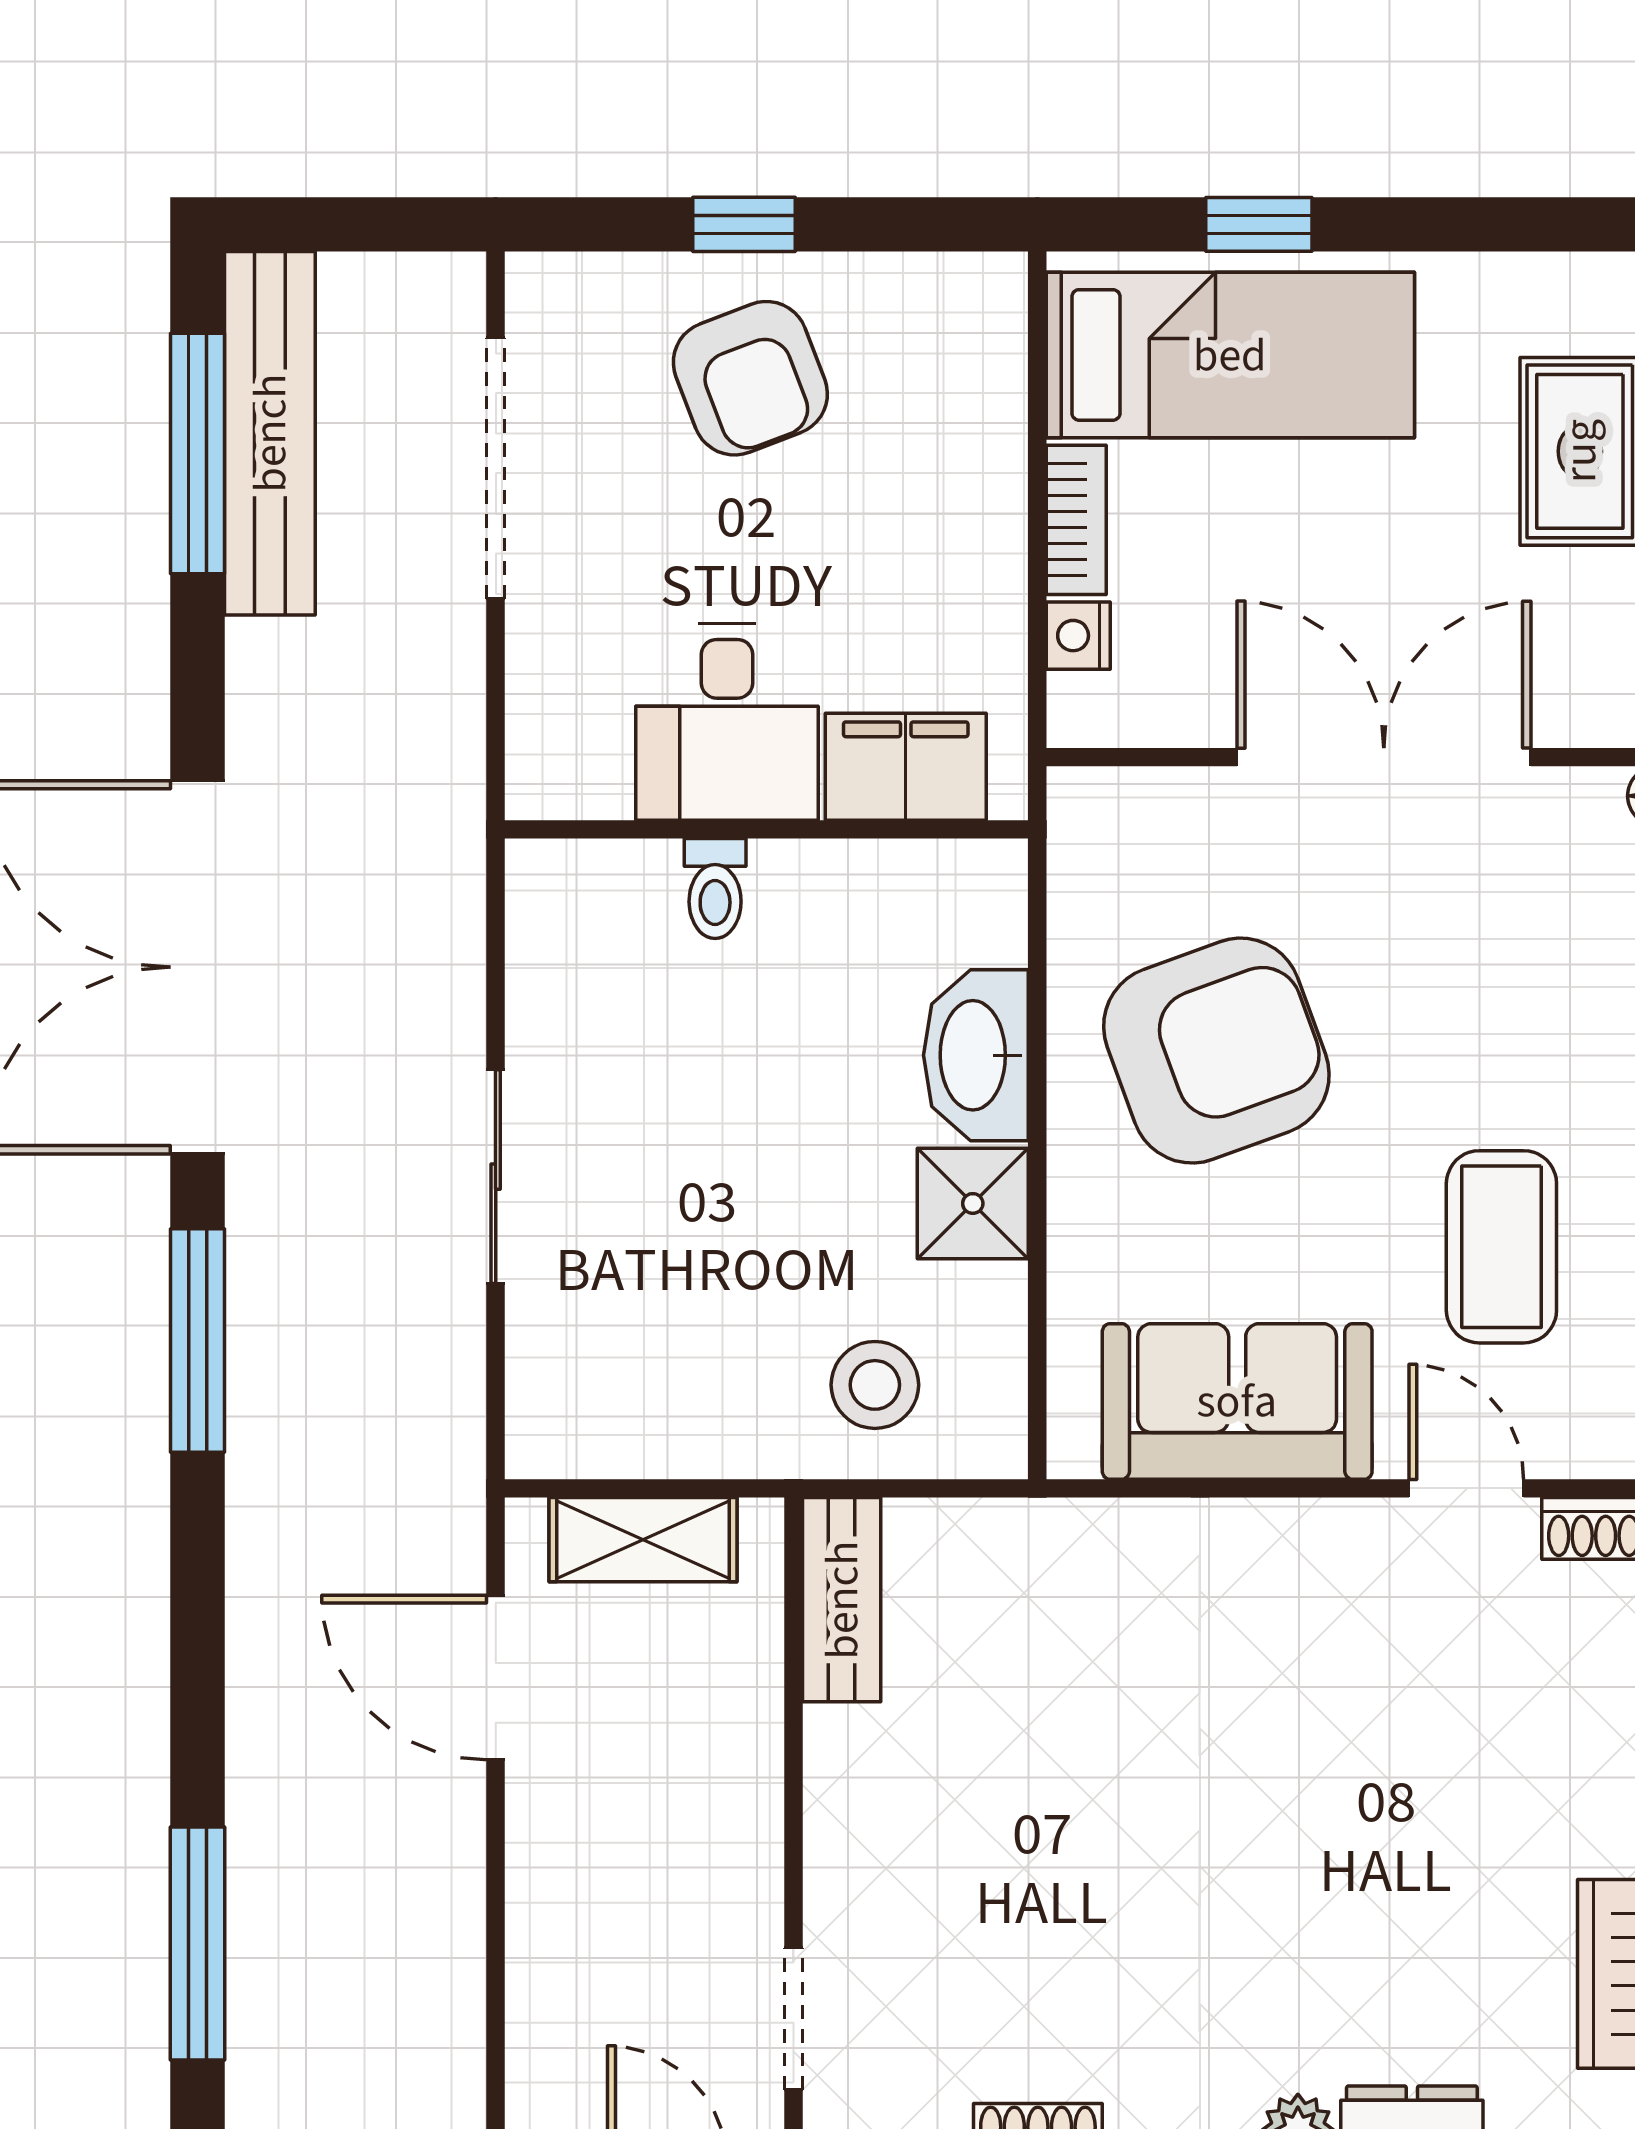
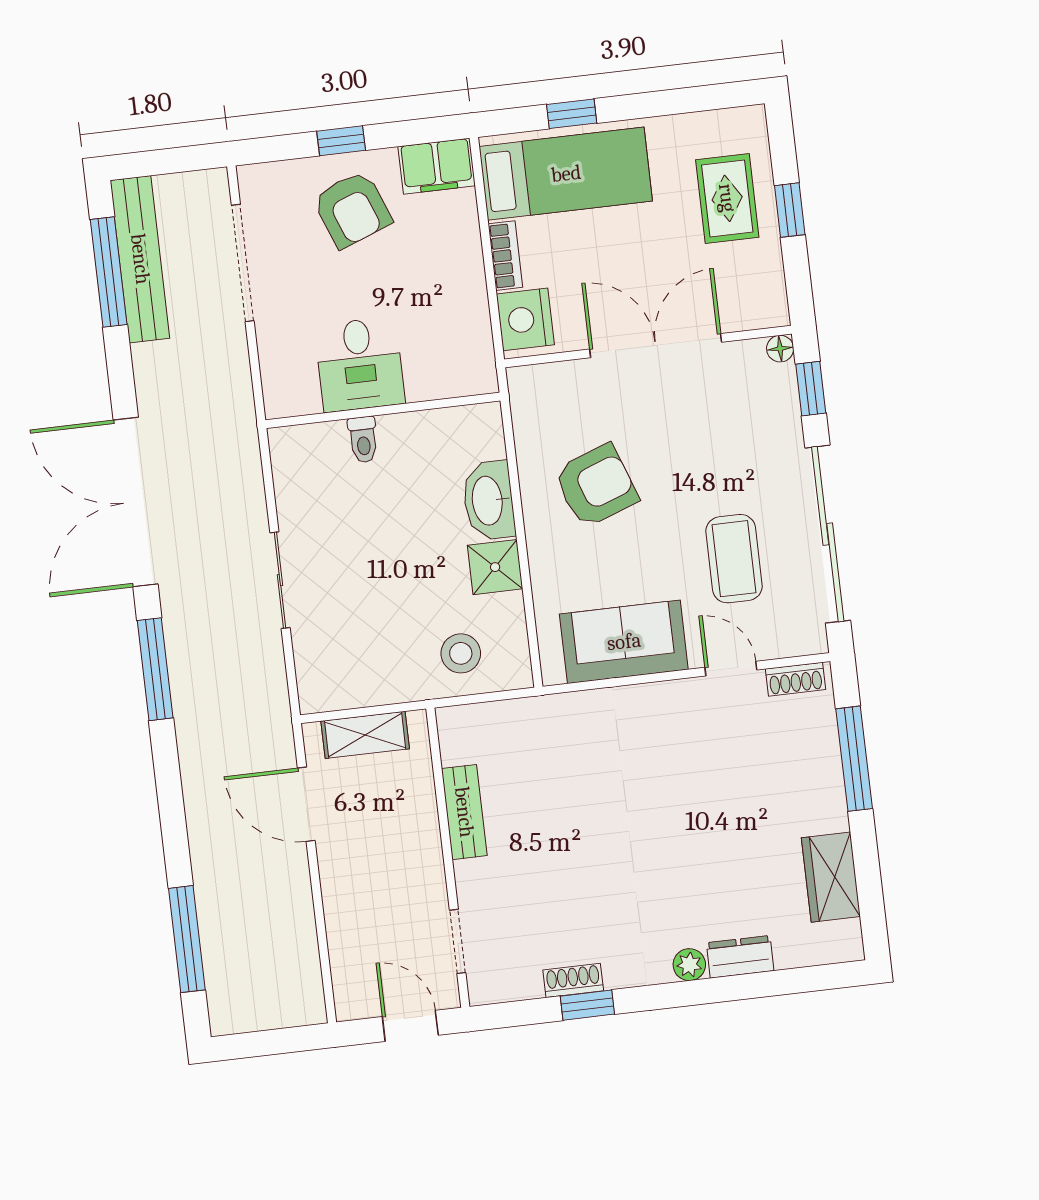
nightstand: (1078, 636) -> (525, 319), width x1.89, depth x1.79
filing cabinet: (906, 767) -> (437, 166), moved, turned 180
armchair: (1216, 1051) -> (596, 486), width x0.73, depth x0.73
bench: (842, 1600) -> (464, 812), moved

